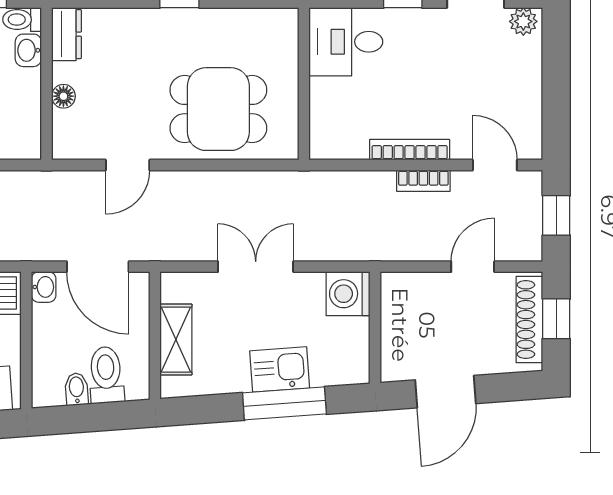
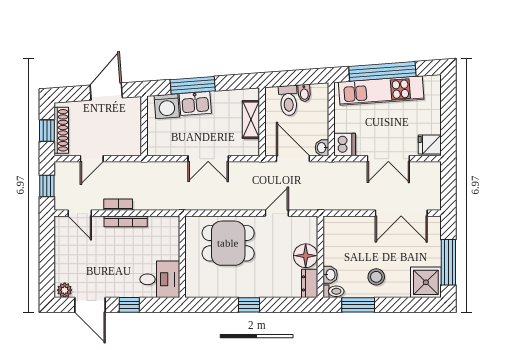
floor lamp: (63, 96) -> (306, 256), width x1.89, depth x1.89
washing machine: (348, 294) -> (167, 106), moved, turned 86

